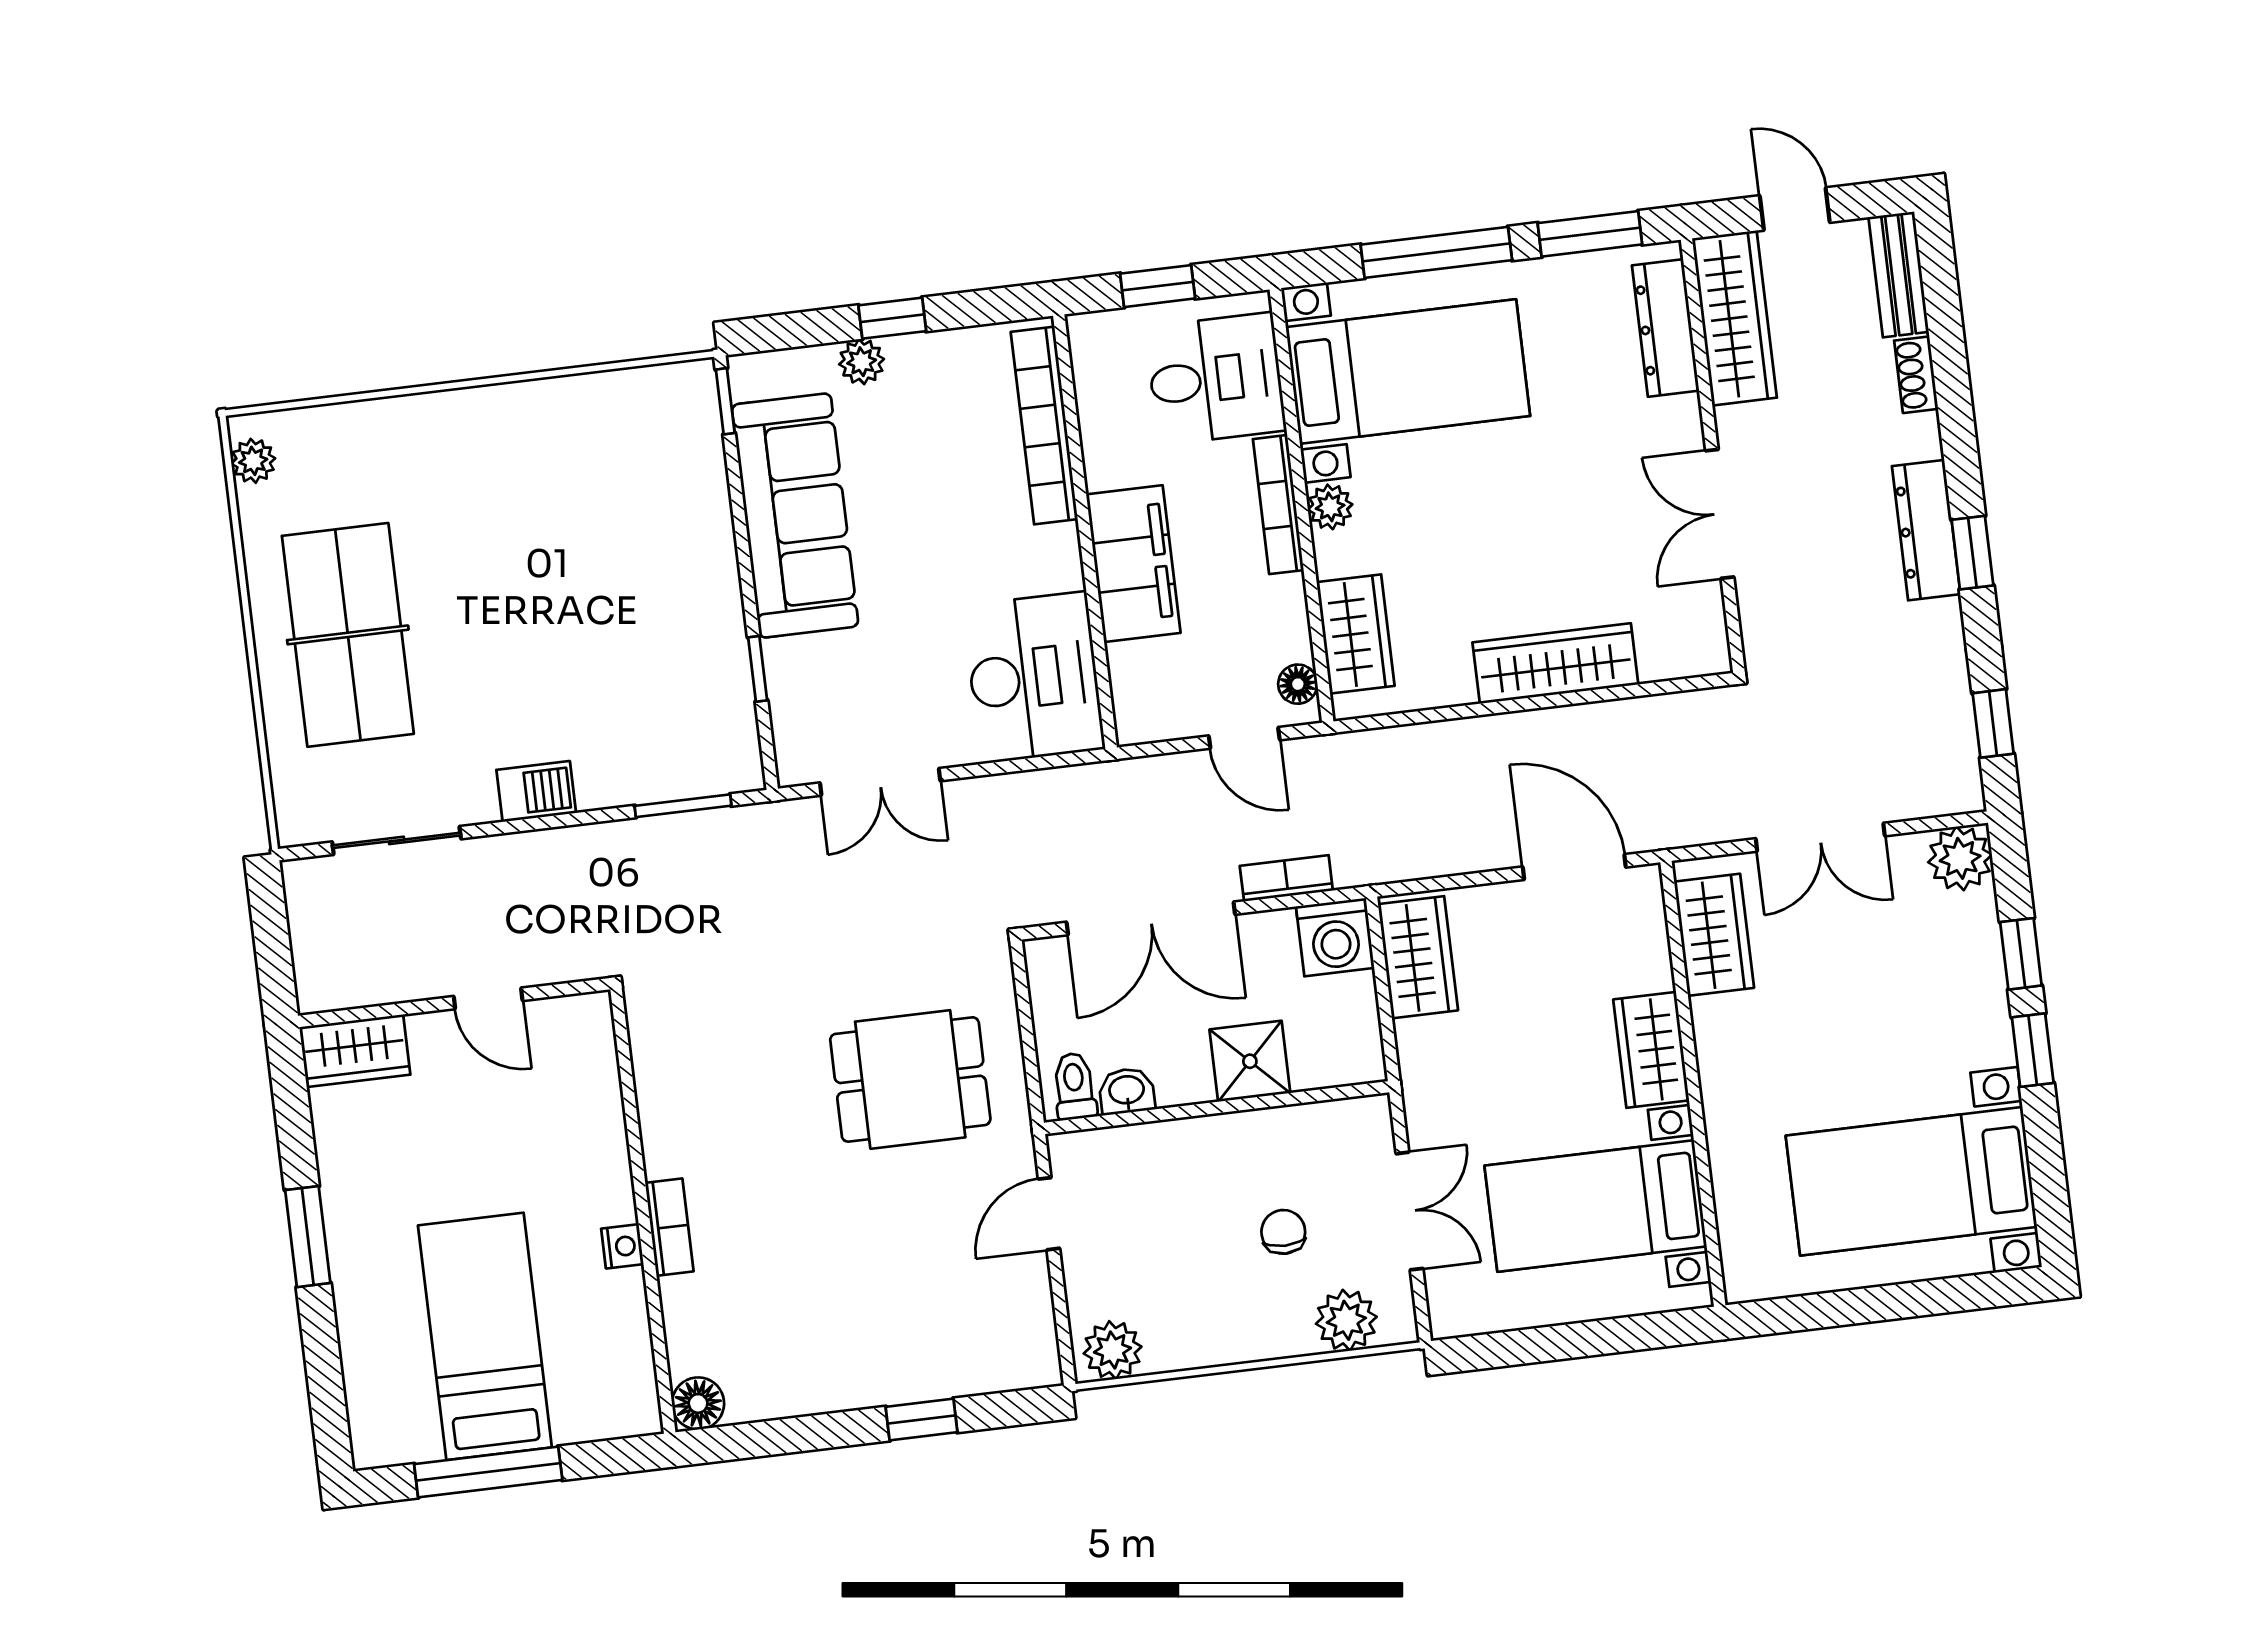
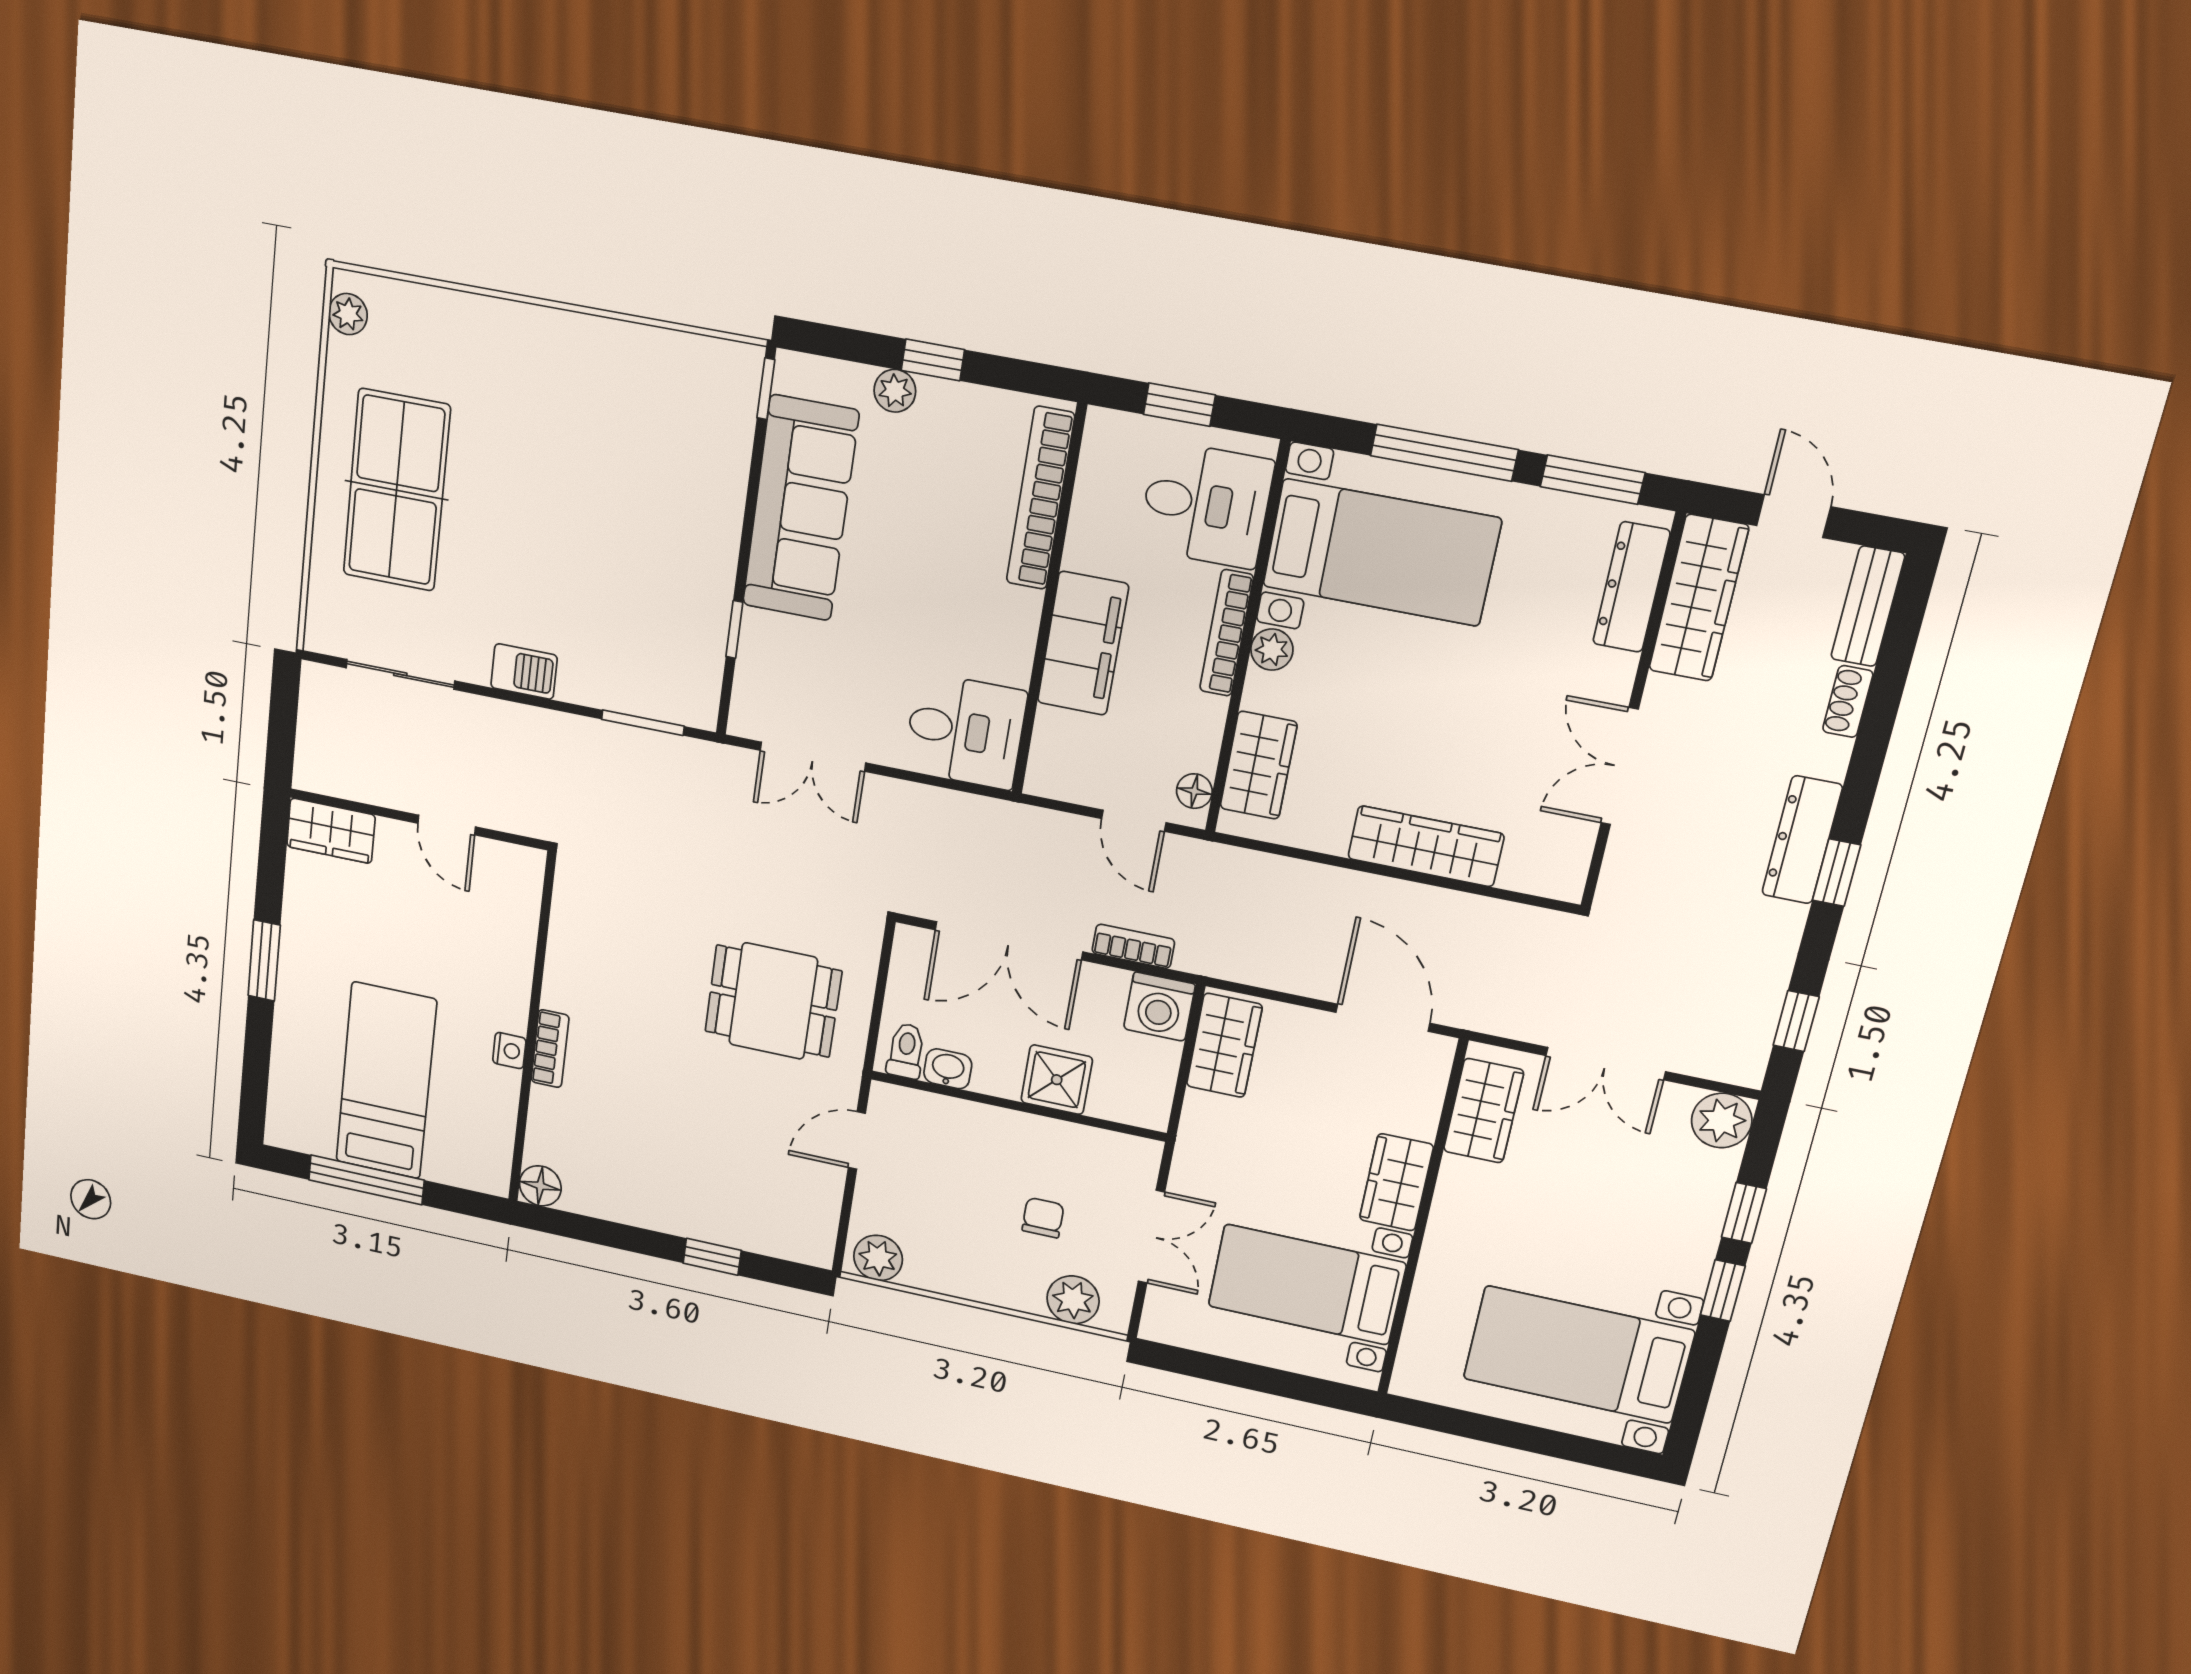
desk: (1034, 677) -> (965, 731), width x0.73

